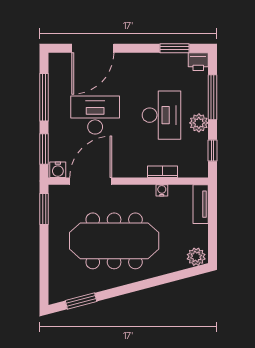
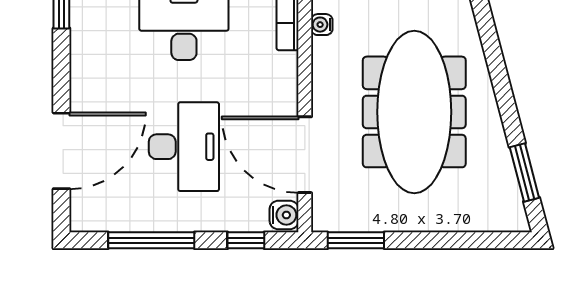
door: (93, 48) -> (61, 151), hinge flipped
desk: (95, 115) -> (184, 147), turned 180
window: (44, 149) -> (246, 240), width x0.67

